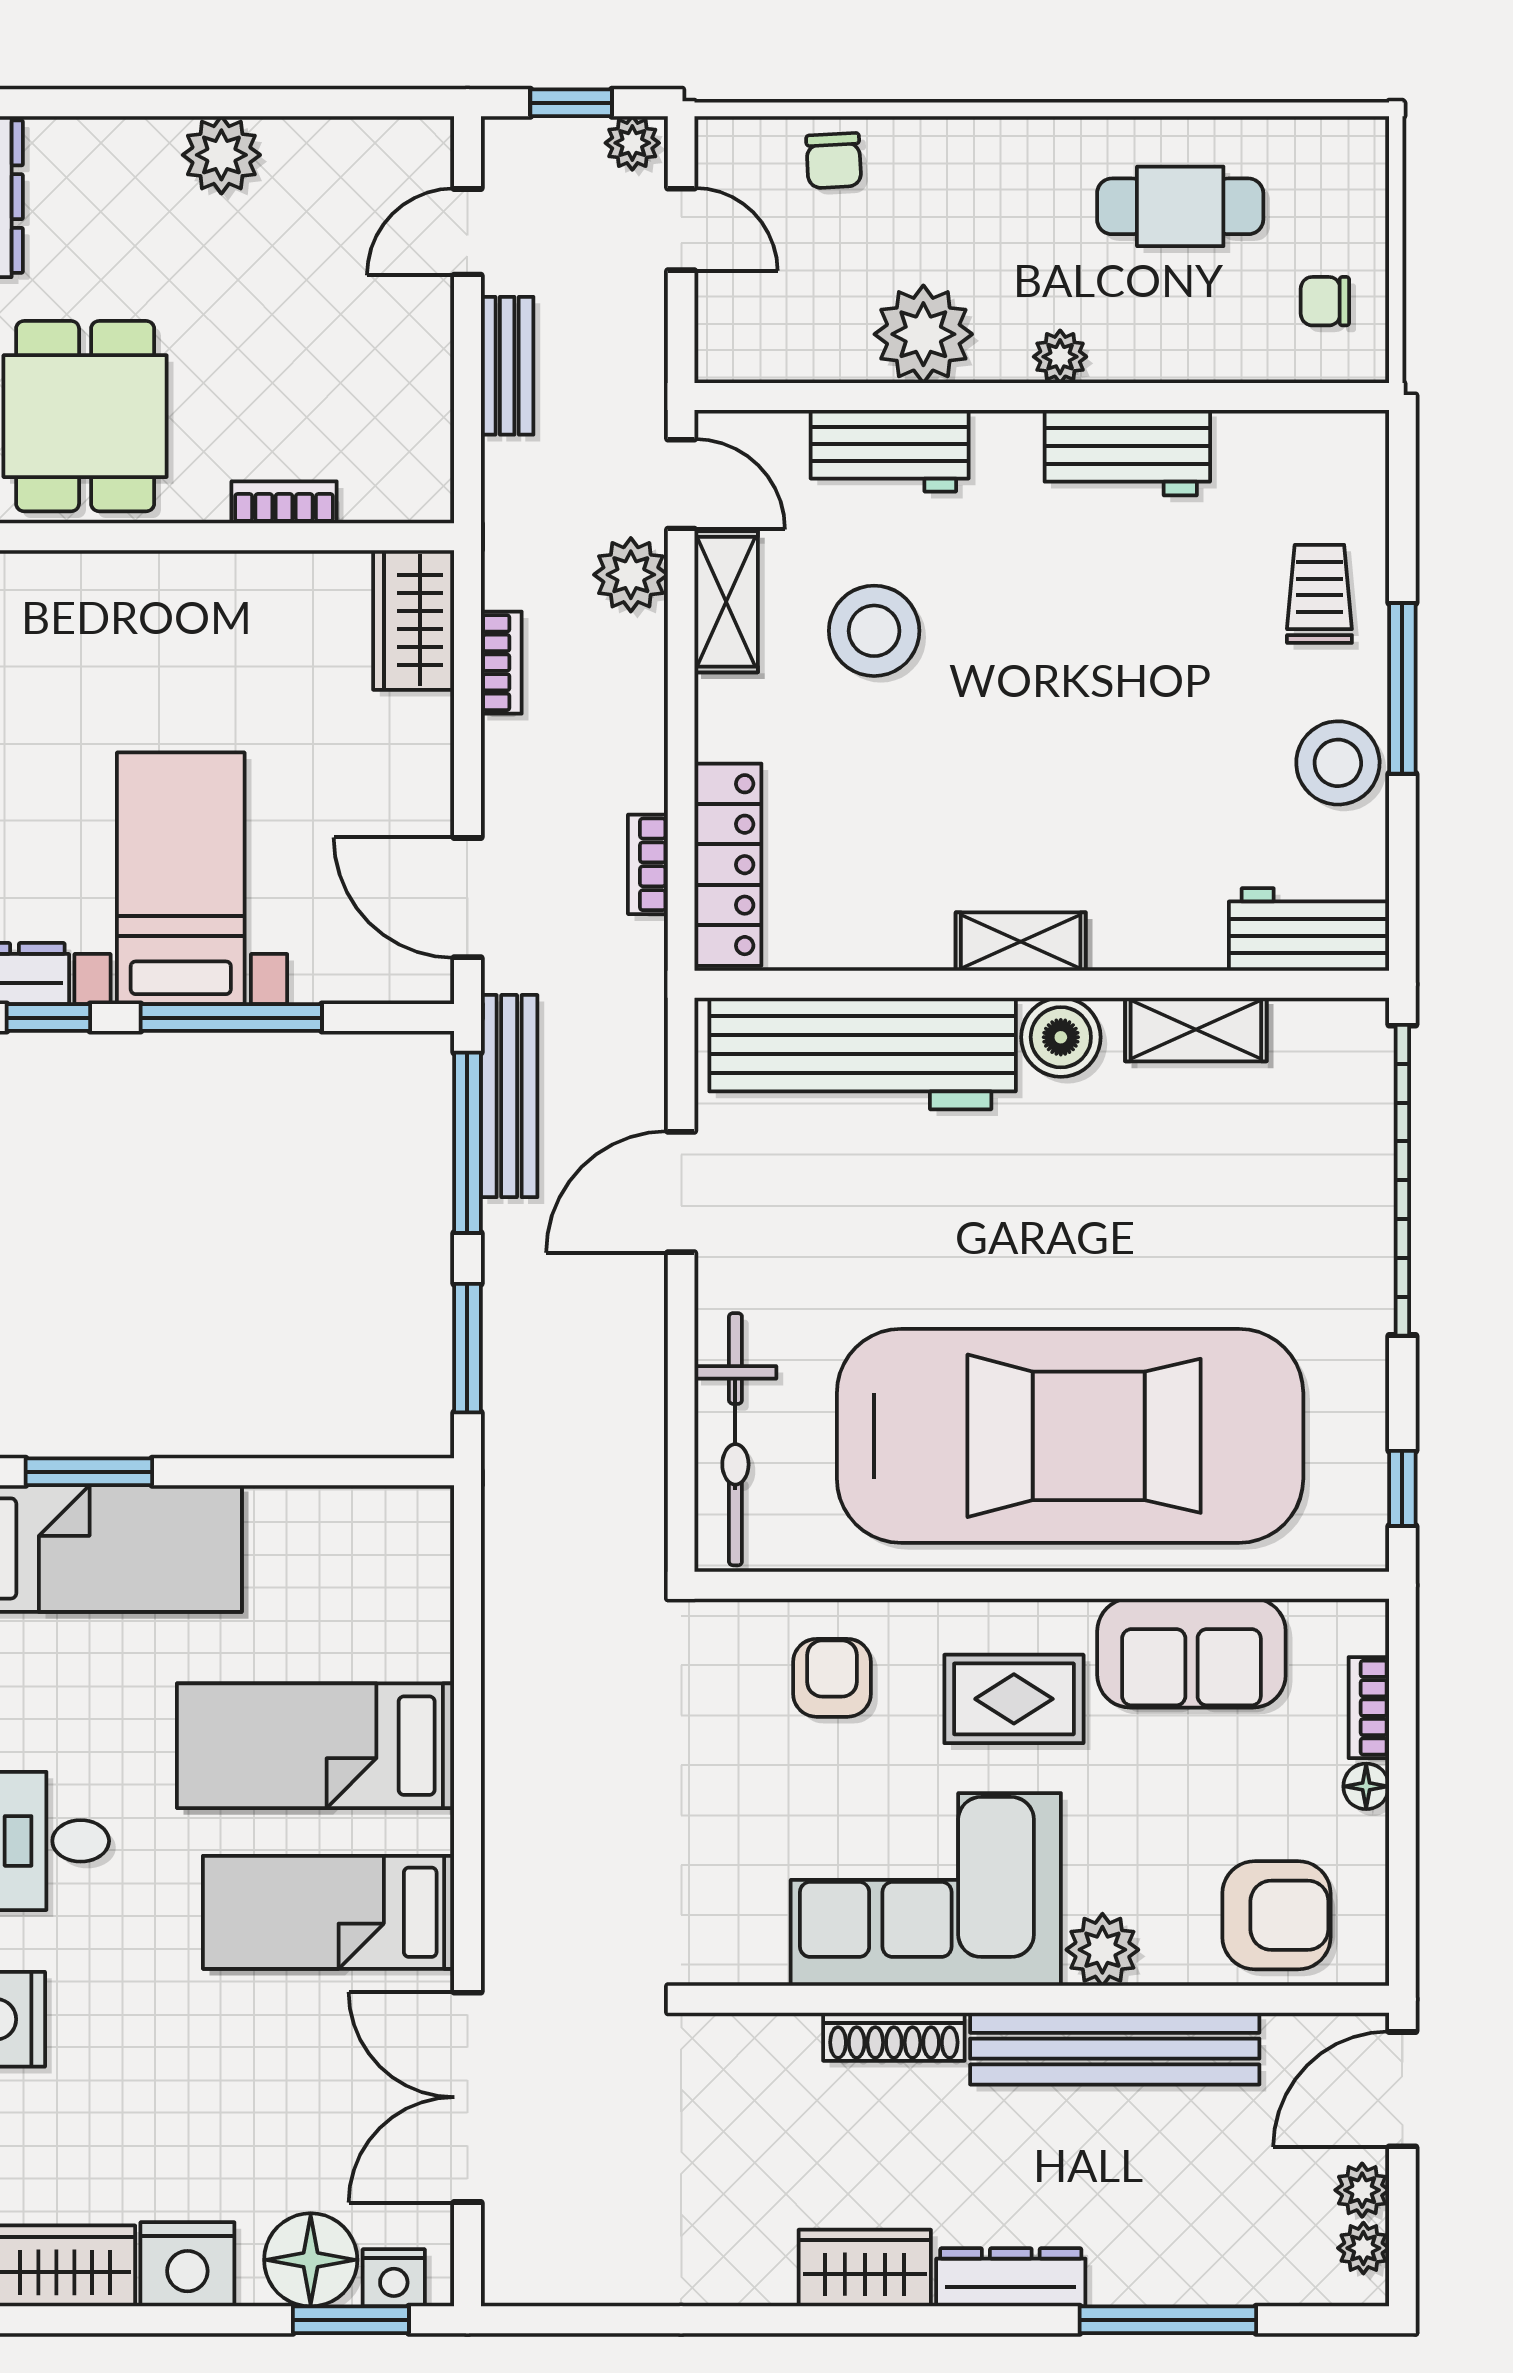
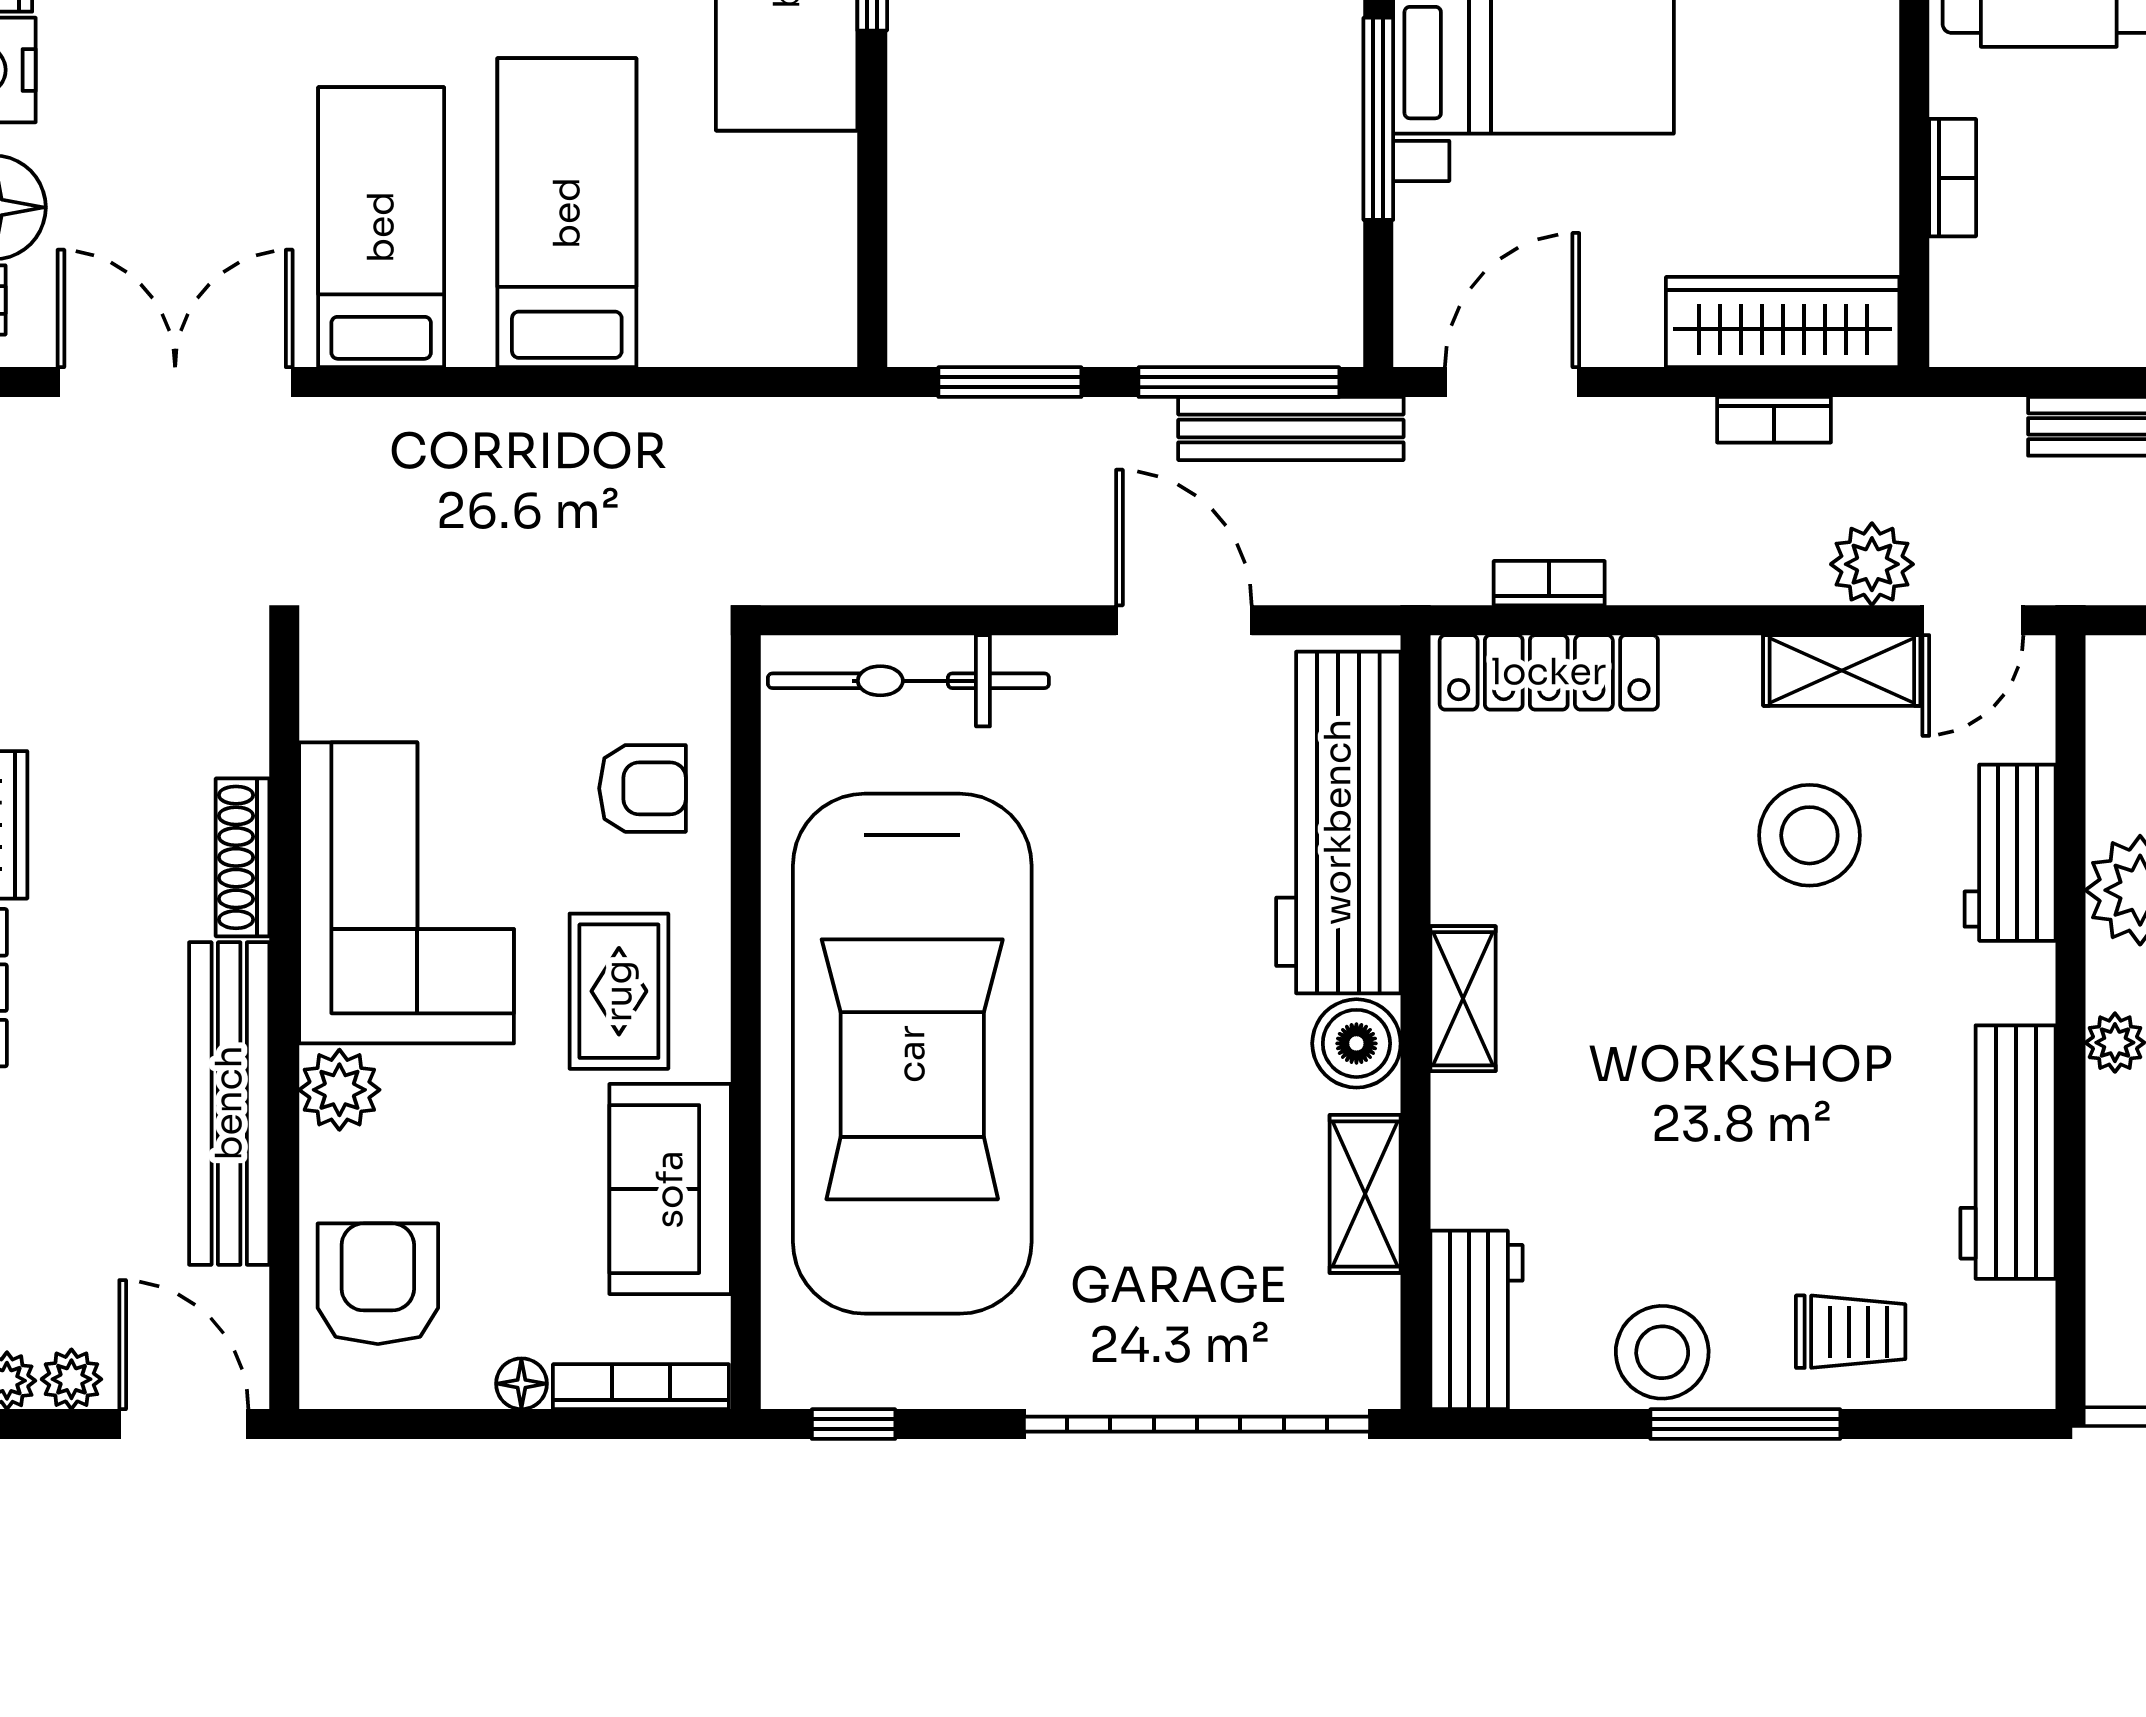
workbench: (1127, 453) -> (2008, 1152), width x1.38
wardrobe: (414, 620) -> (1783, 322), width x1.50
bookcase: (1369, 1708) -> (641, 1387), width x1.56
armchair: (1276, 1915) -> (378, 1284), turned 180

